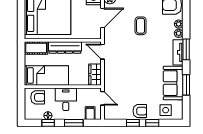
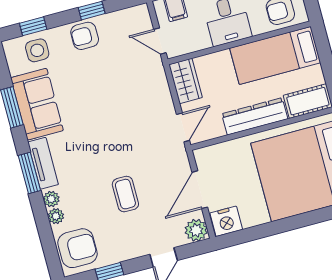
door: (103, 52) -> (183, 127), hinge flipped
window: (152, 123) -> (33, 26), moved

